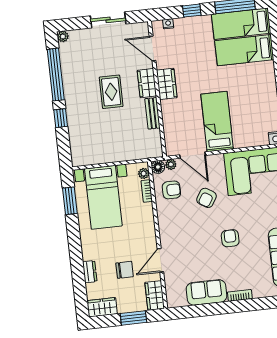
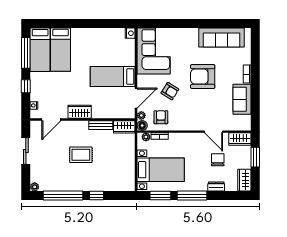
wardrobe: (147, 83) -> (124, 127), moved
armchair: (230, 238) -> (203, 77), width x1.88, depth x1.88
window: (74, 242) -> (192, 196), added

